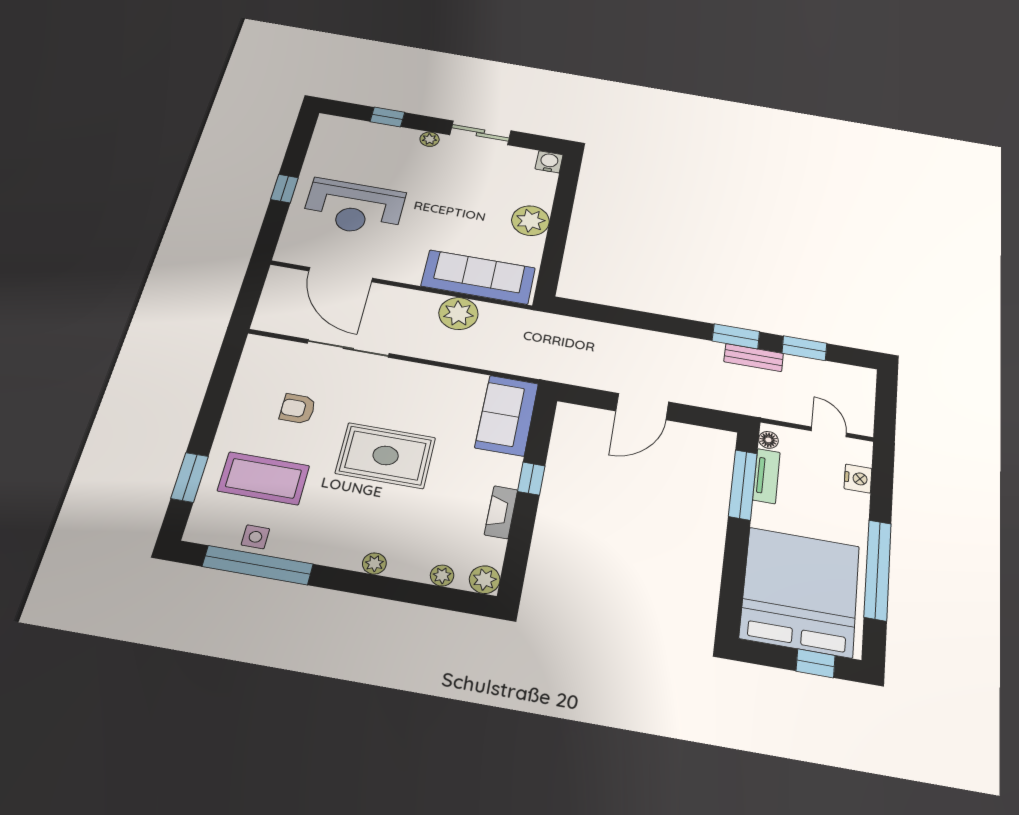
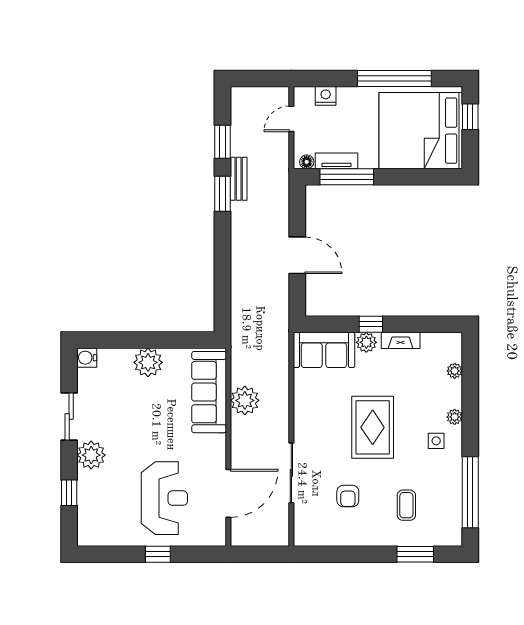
plant: (430, 139) -> (91, 455), width x1.88, depth x1.88
coffee table: (264, 478) -> (406, 505), width x0.54, depth x0.58
side table: (255, 537) -> (436, 441), moved
plant: (485, 580) -> (366, 342), moved

